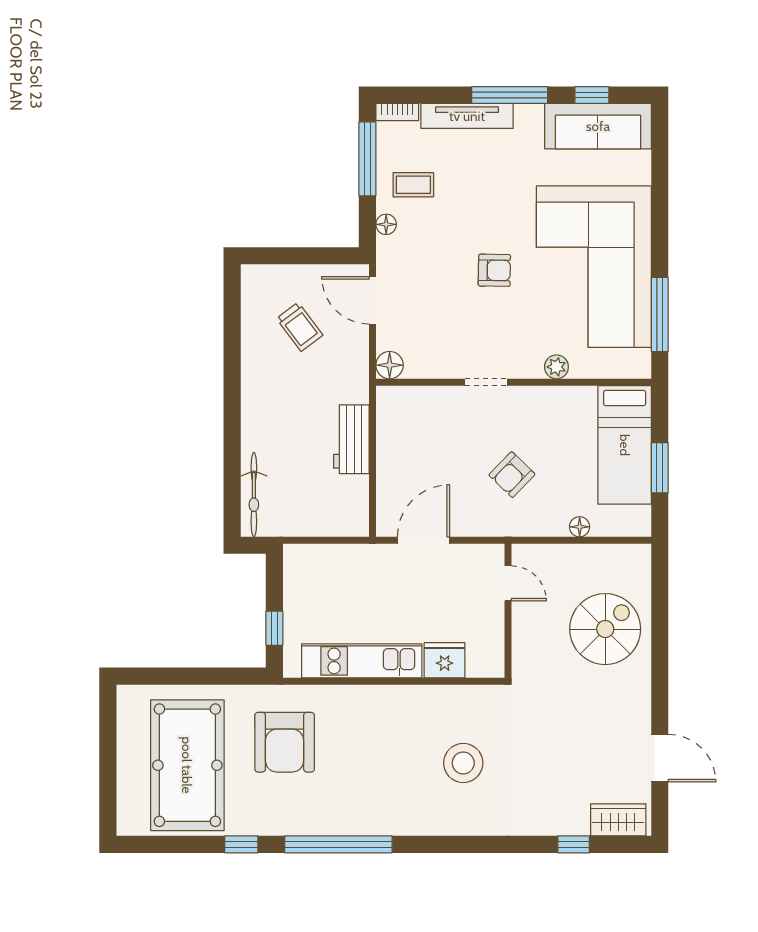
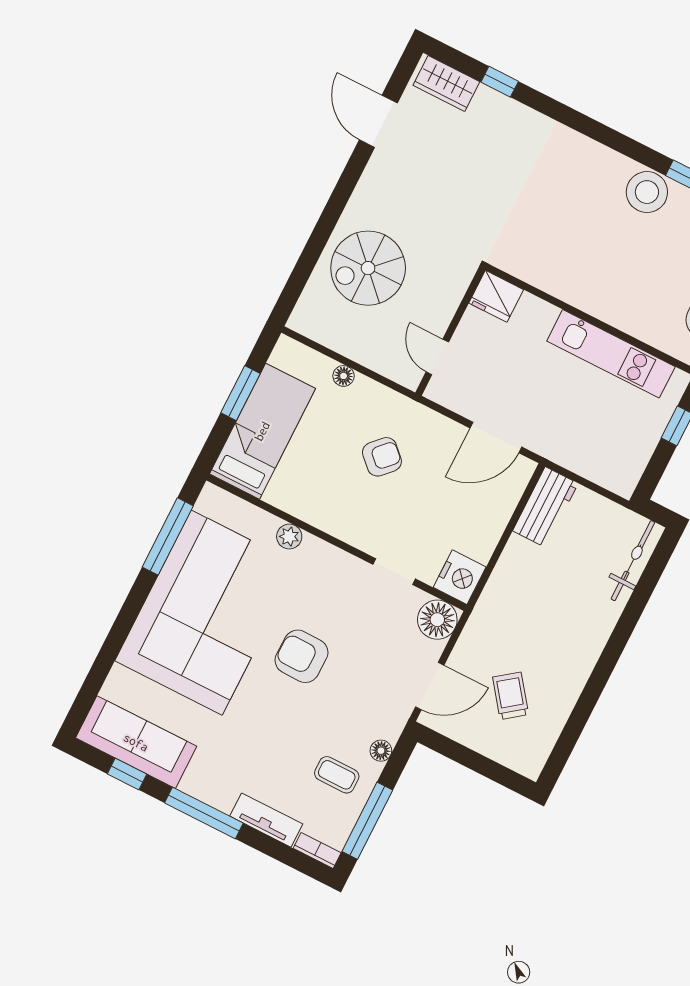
tv unit: (467, 116) -> (266, 820), width x0.71
armchair: (494, 270) -> (301, 656), width x1.38, depth x1.38
door: (373, 300) -> (430, 686), hinge flipped
floor lamp: (390, 365) -> (437, 620), width x1.38, depth x1.38
doorway: (486, 382) -> (394, 572), moved
nightstand: (394, 406) -> (460, 577), added
workbench: (351, 439) -> (545, 507), moved
fridge: (445, 660) -> (496, 296), moved
stool: (463, 763) -> (647, 192), moved

